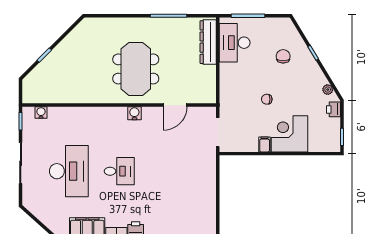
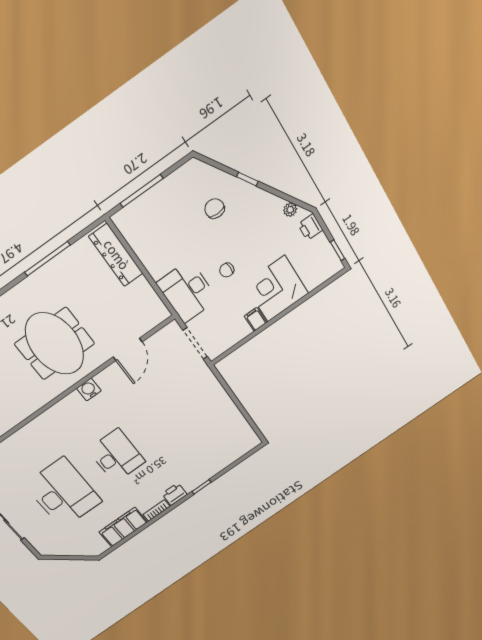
desk: (235, 43) -> (187, 291), moved
desk: (119, 171) -> (117, 456), width x1.37

